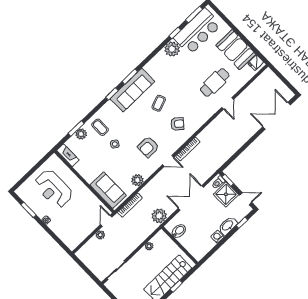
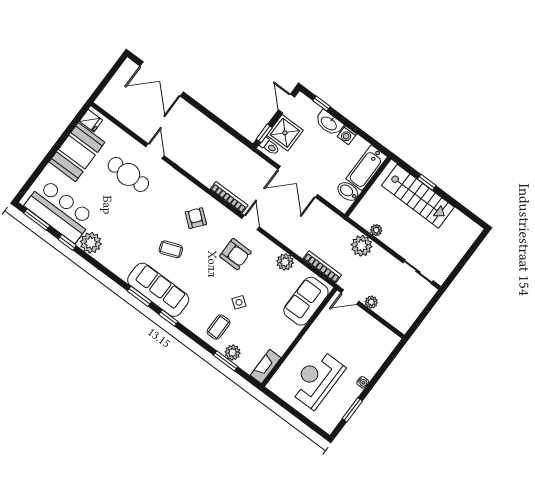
door: (228, 103) -> (155, 151), hinge flipped
reception desk: (53, 189) -> (317, 379), turned 180
plant: (159, 216) -> (362, 246), moved
bathtub: (193, 247) -> (367, 168), added

